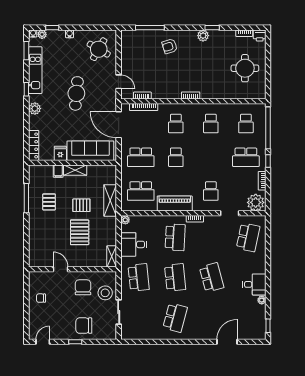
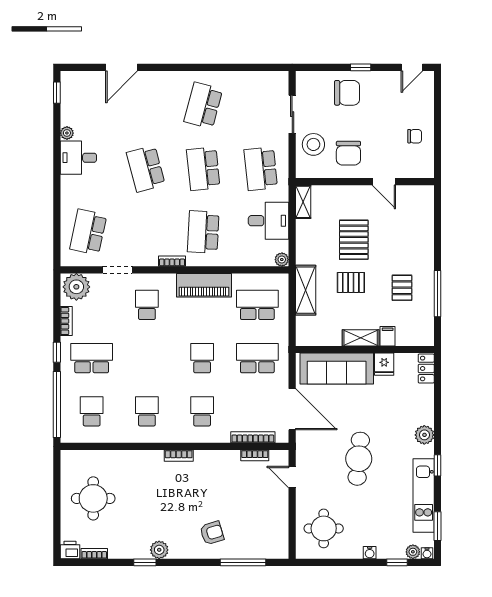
round table: (99, 49) -> (324, 528), turned -30
locker: (34, 145) -> (426, 368), width x0.66

